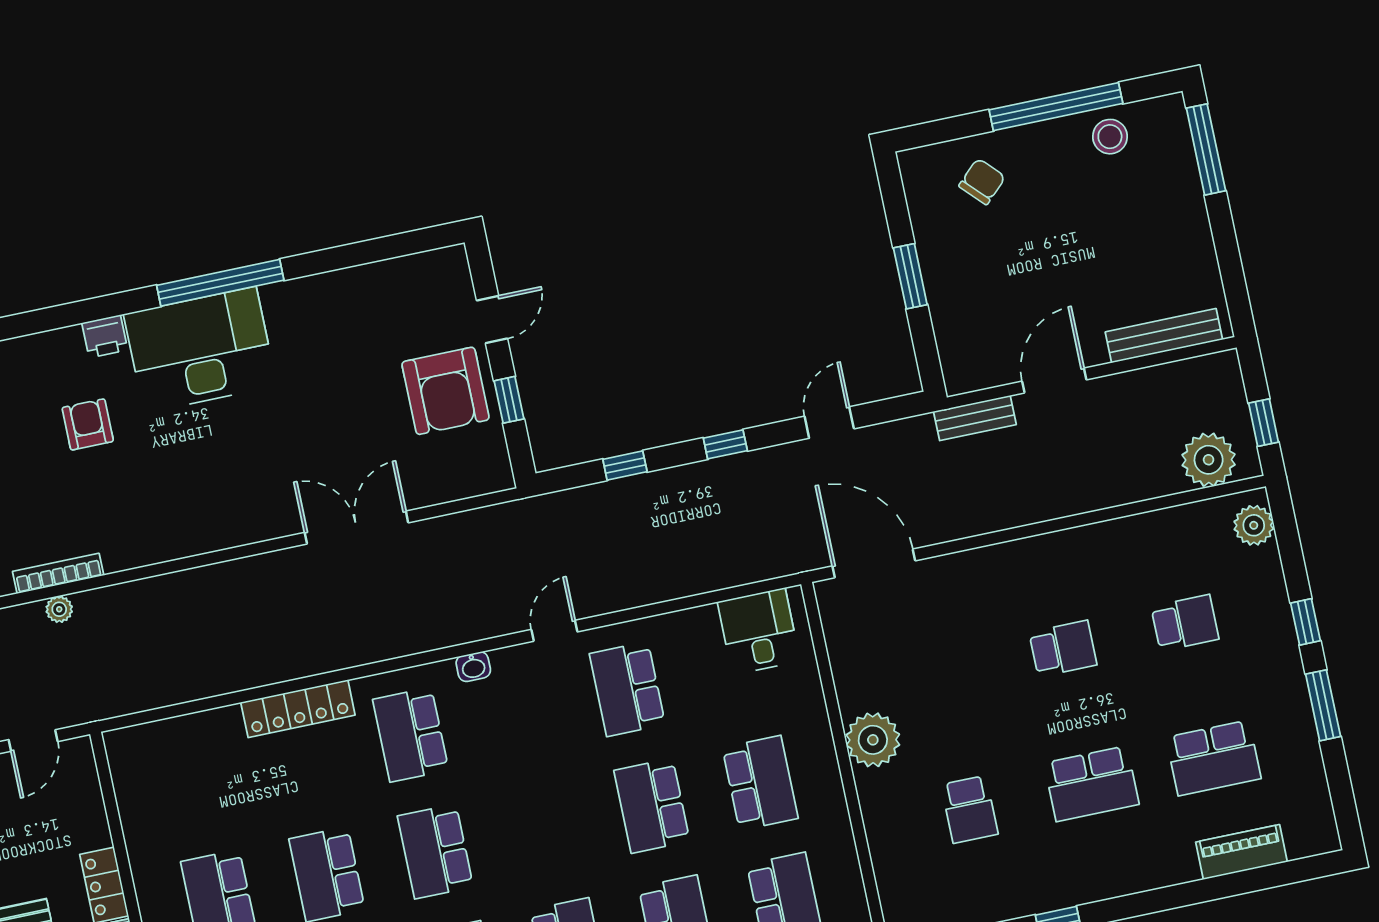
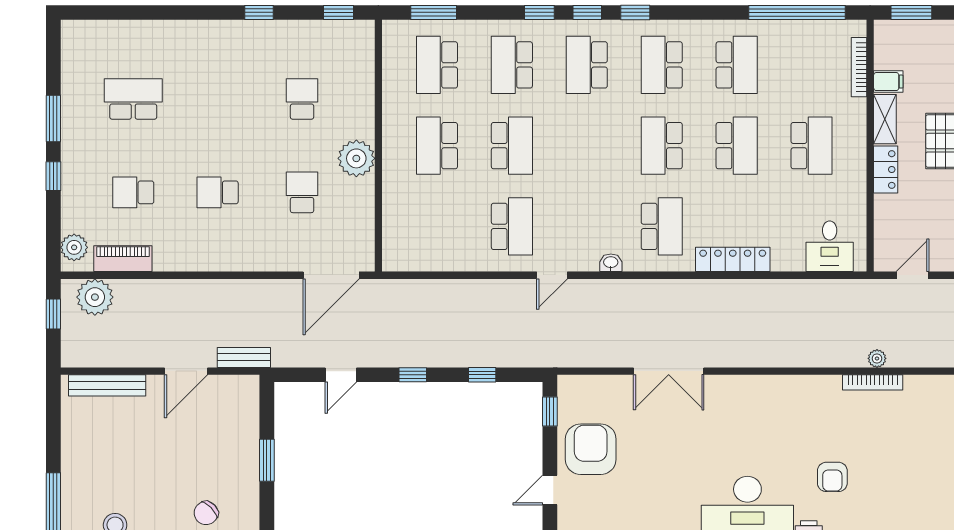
window: (509, 400) -> (550, 411), moved
door: (874, 563) -> (331, 275), hinge flipped
desk: (759, 631) -> (830, 246), moved
school desk: (1091, 784) -> (302, 192), moved, width x0.54
school desk: (435, 851) -> (662, 146), turned 180
piano: (1242, 852) -> (123, 259), moved, turned 180

